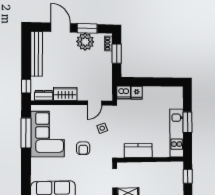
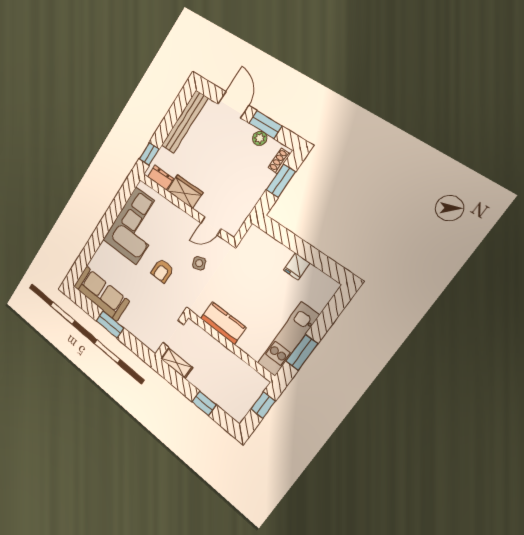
plant: (85, 42) -> (260, 138), width x0.53, depth x0.53
dishwasher: (124, 92) -> (255, 237), removed
fridge: (137, 93) -> (297, 267), moved
window: (187, 122) -> (302, 352), moved
window: (26, 133) -> (115, 208), removed

